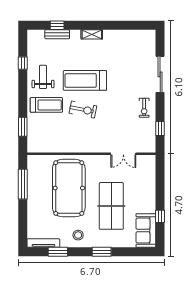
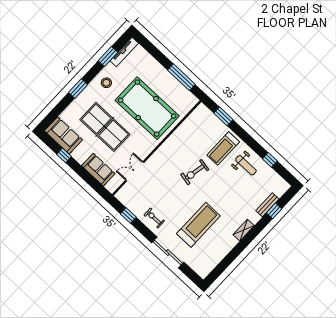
treadmill: (85, 80) -> (198, 225), moved
sofa: (147, 182) -> (98, 170), added

